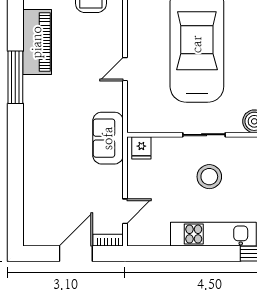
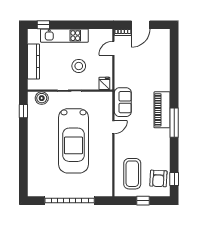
piano: (37, 42) -> (162, 110), moved
sofa: (108, 138) -> (123, 102), moved
stool: (209, 177) -> (79, 66), moved

